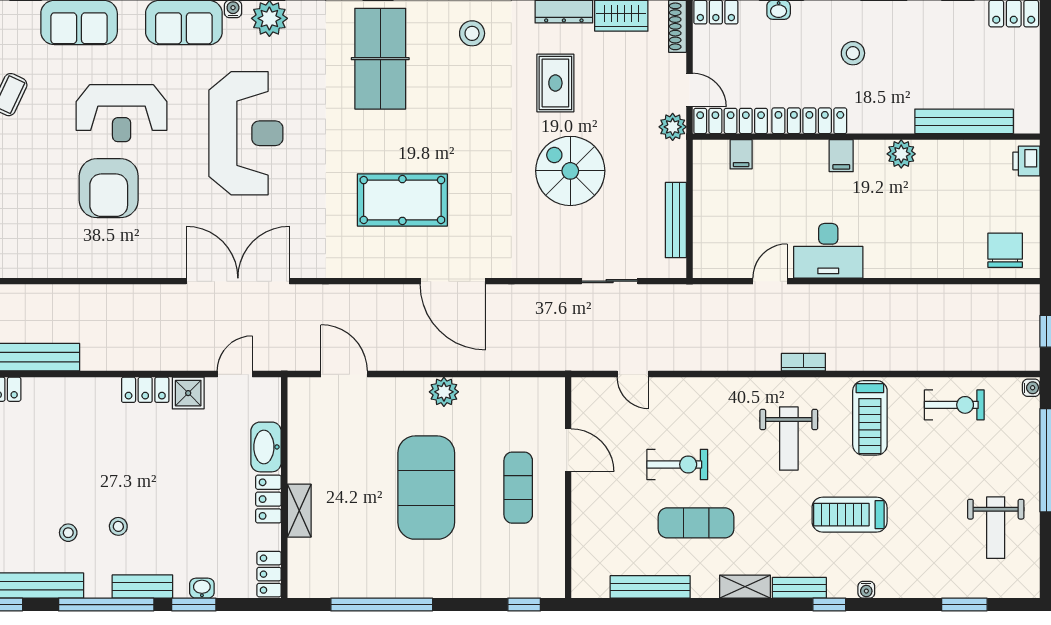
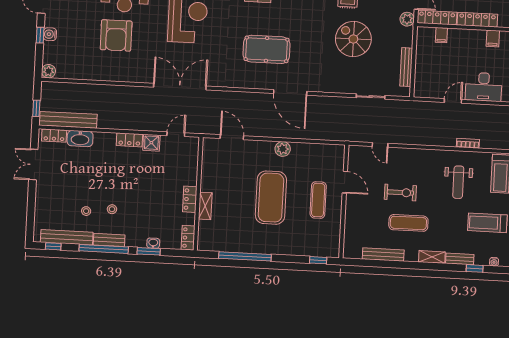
washbasin: (266, 447) -> (80, 139), moved, turned -90
bench: (142, 587) -> (109, 240), moved

